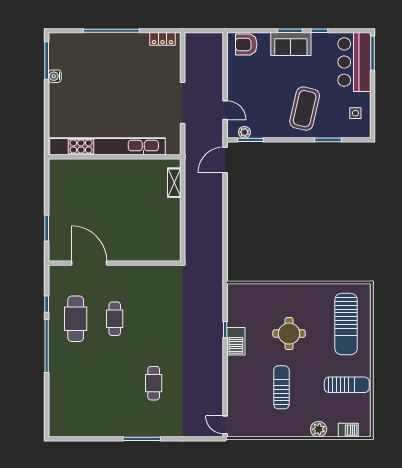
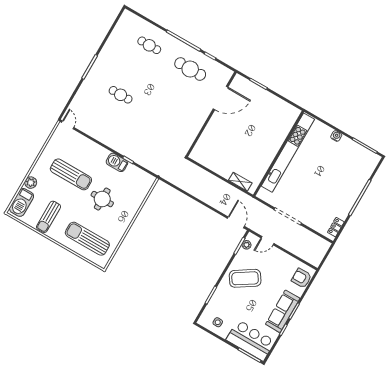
sofa: (291, 44) -> (283, 311), width x1.36
armchair: (246, 45) -> (301, 278), turned -90
water cooler: (55, 76) -> (336, 136), moved
coffee table: (305, 109) -> (245, 278), moved, turned -46
cafe table: (115, 319) -> (149, 45), moved
sun lounger: (281, 387) -> (71, 174), width x1.36, depth x1.34
door: (225, 425) -> (68, 125), hinge flipped
barbecue: (348, 430) -> (22, 202), width x1.88, depth x1.53

